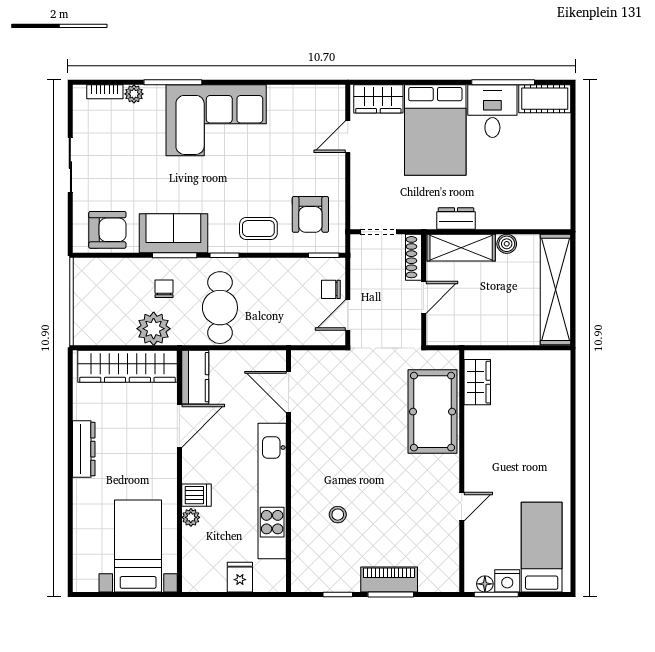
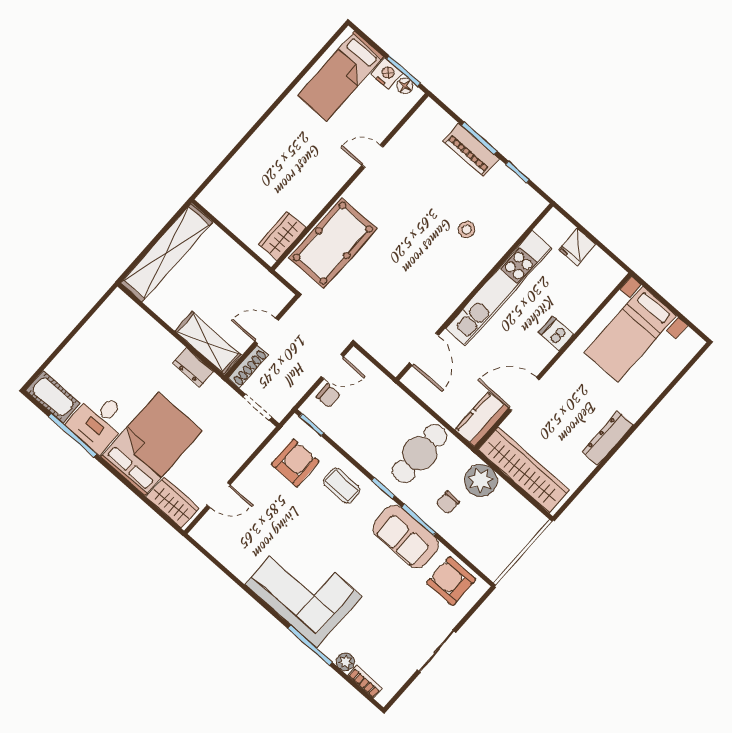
boiler: (507, 244) -> (173, 317), removed
plant: (191, 517) -> (574, 321), removed

